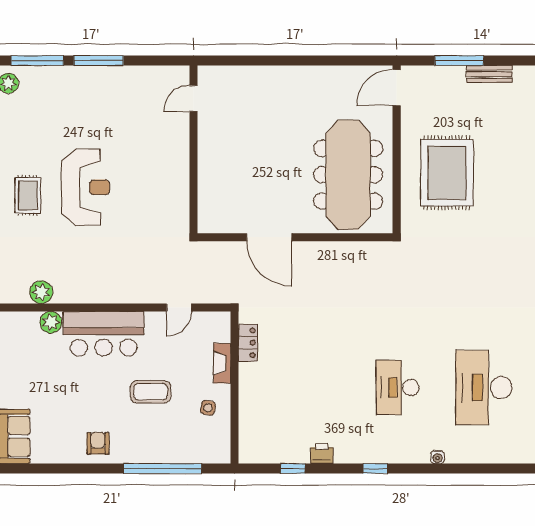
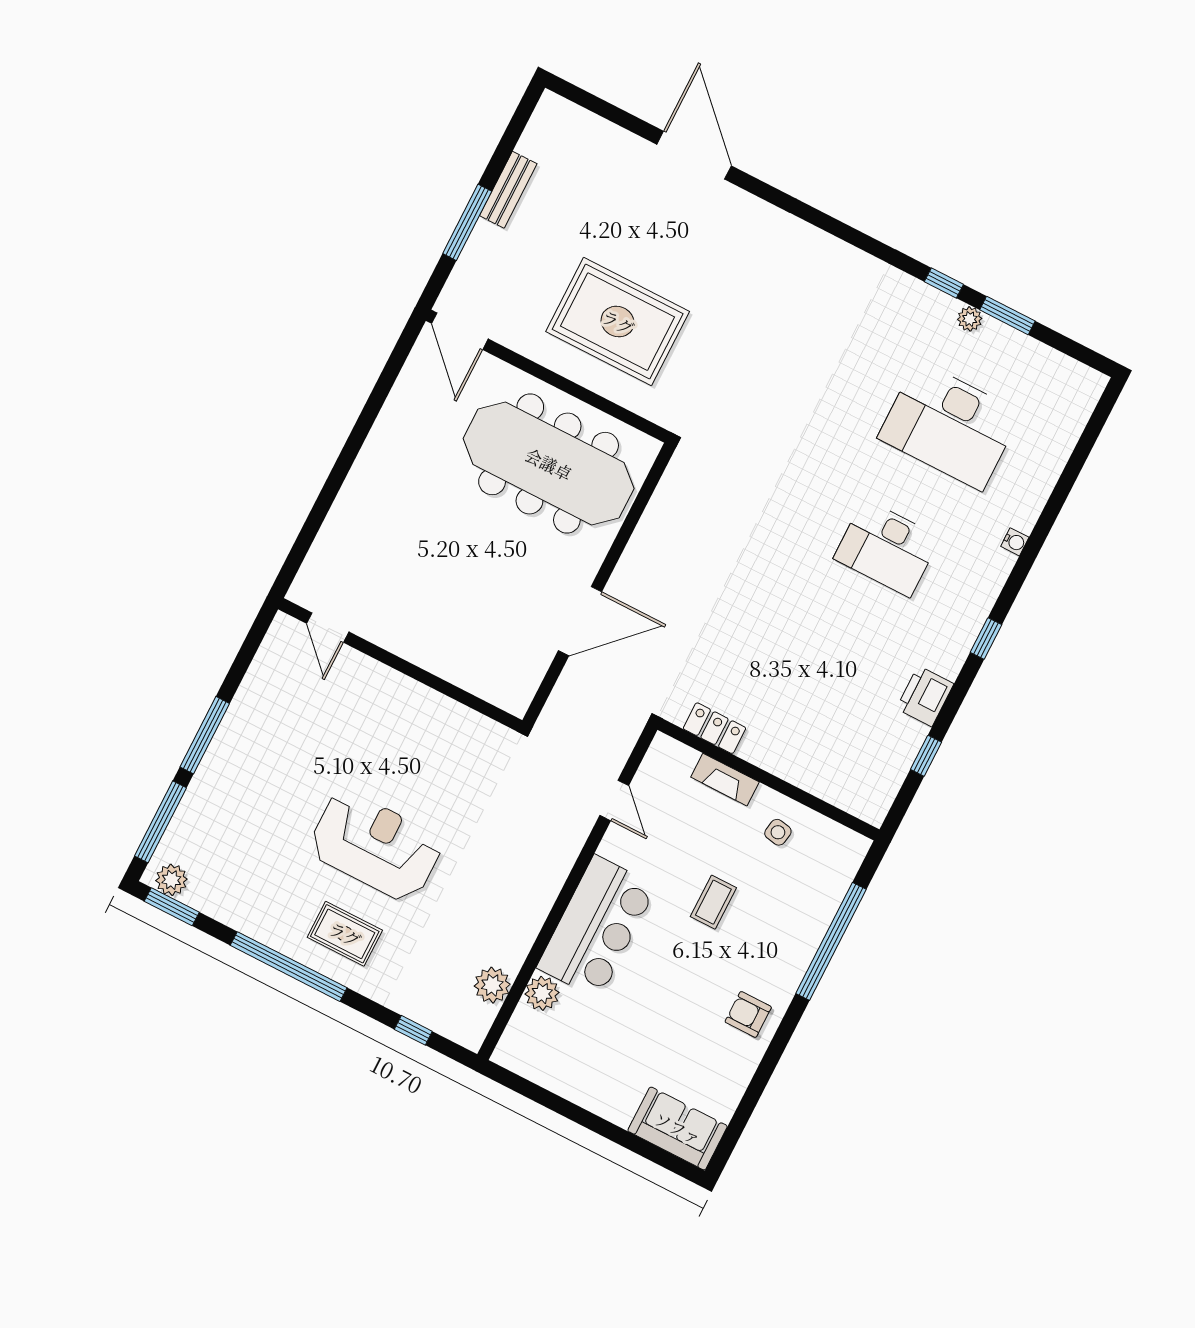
coffee table: (151, 392) -> (713, 902), width x0.73, depth x0.77
printer: (322, 453) -> (925, 696), width x1.36, depth x1.24

